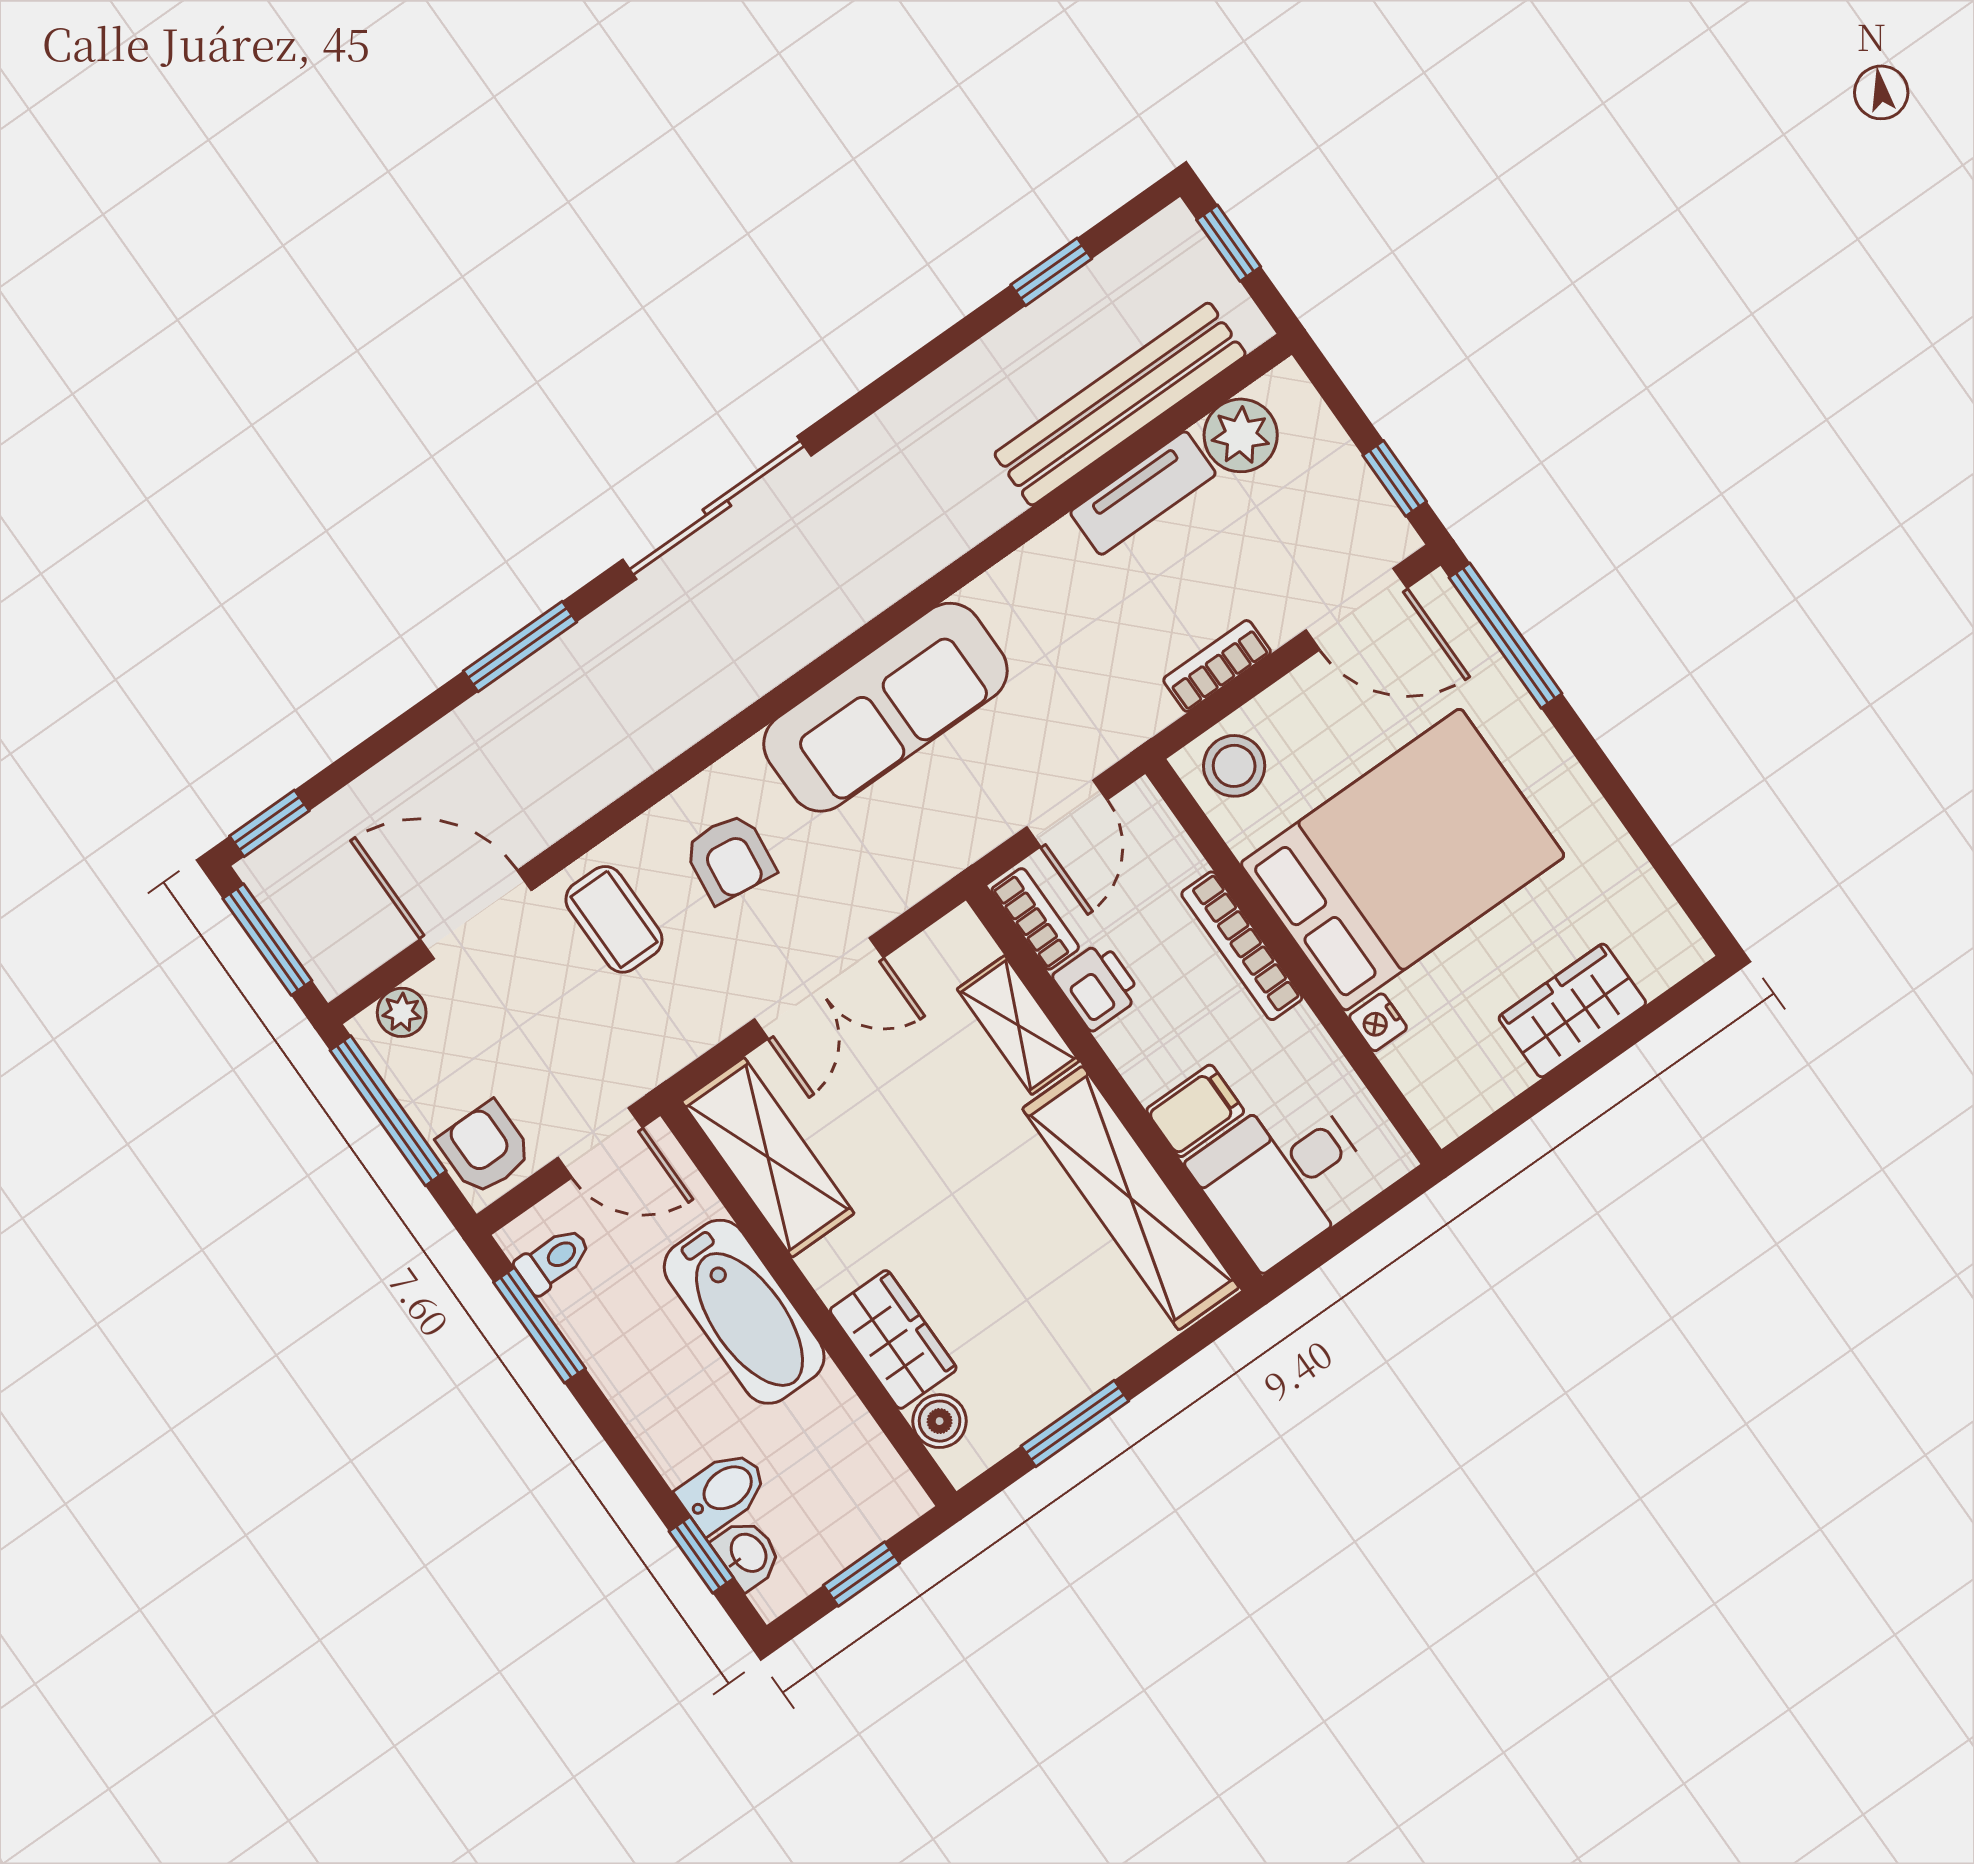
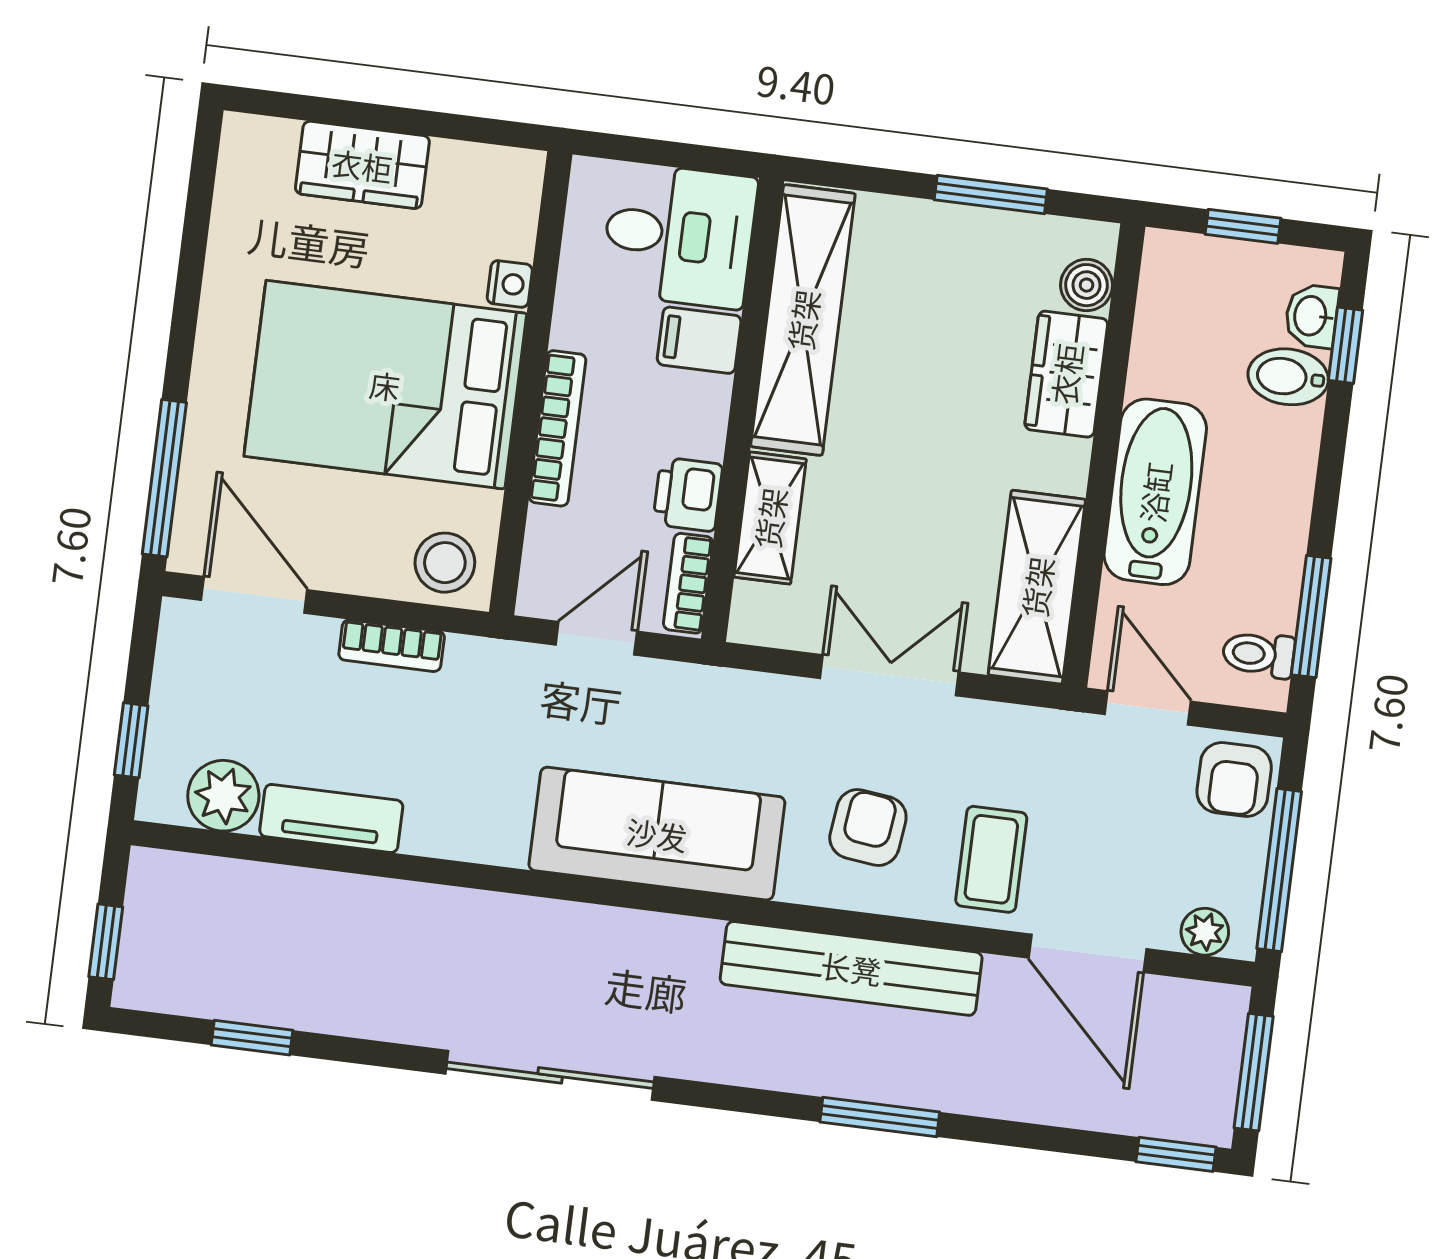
bench: (1120, 404) -> (851, 968), moved
window: (1395, 478) -> (131, 740), moved
sliding door: (717, 508) -> (550, 1075), moved

